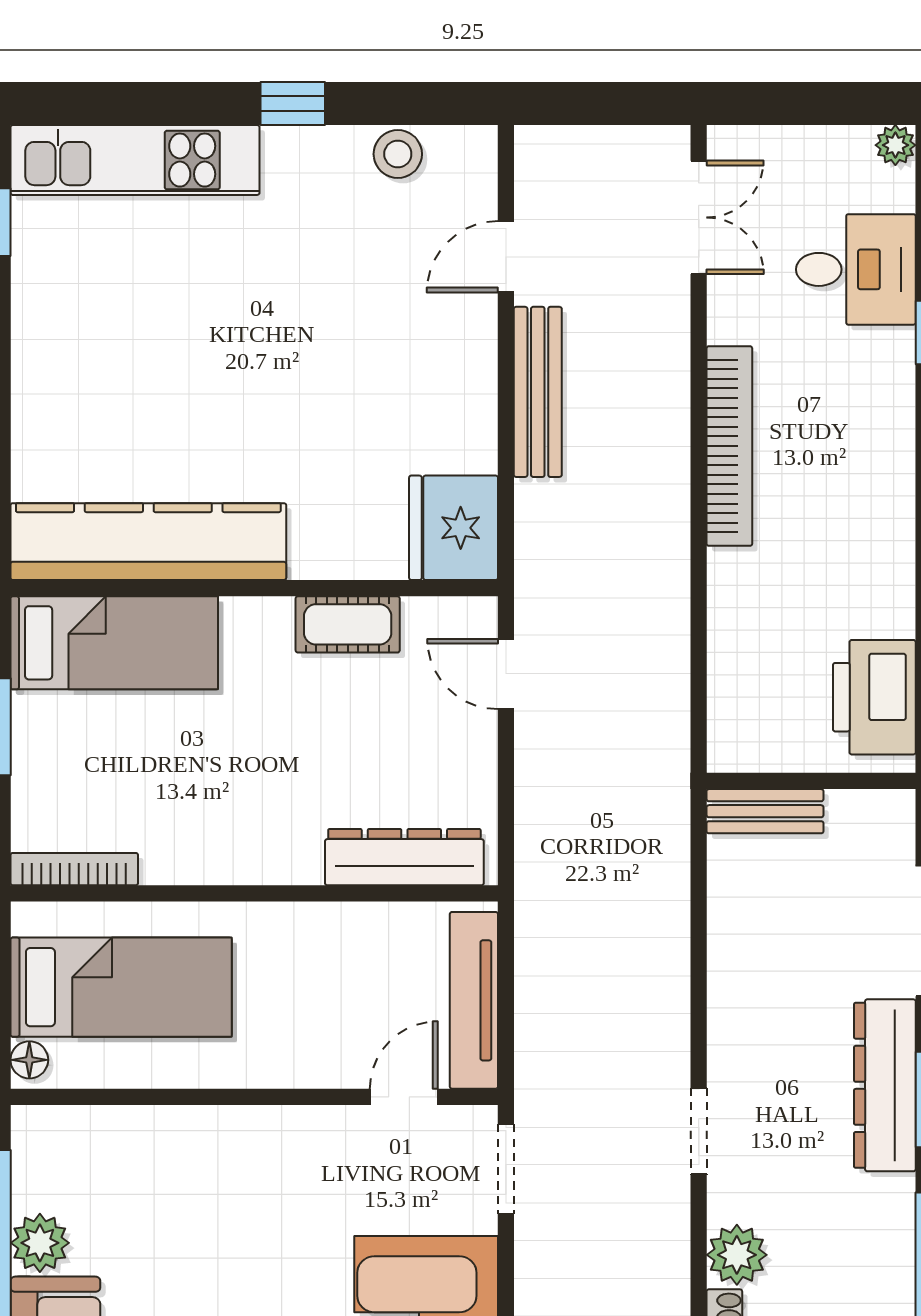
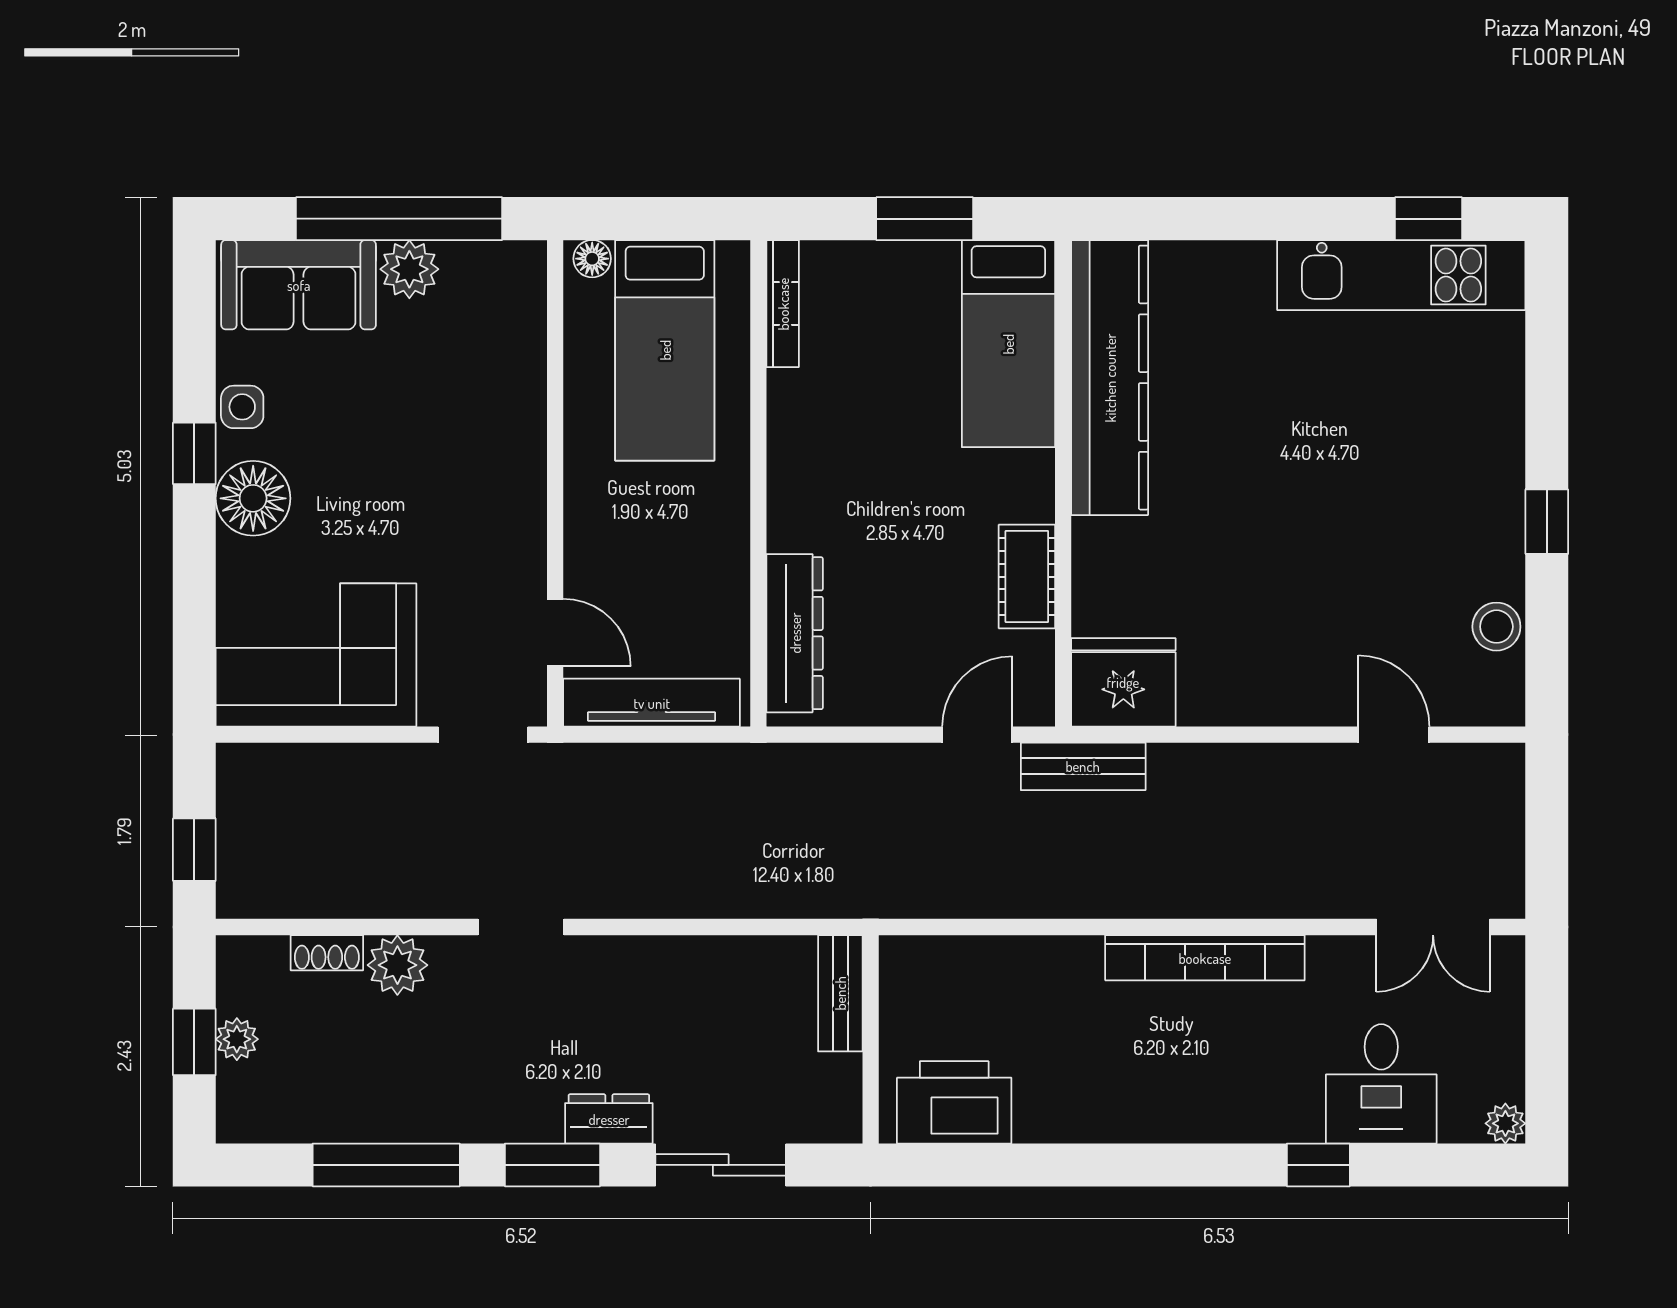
kitchen unit: (135, 160) -> (1401, 275), moved, turned -90
bench: (538, 392) -> (1083, 766), moved, width x0.73
dresser: (885, 1085) -> (609, 1119), width x0.51, depth x0.80

